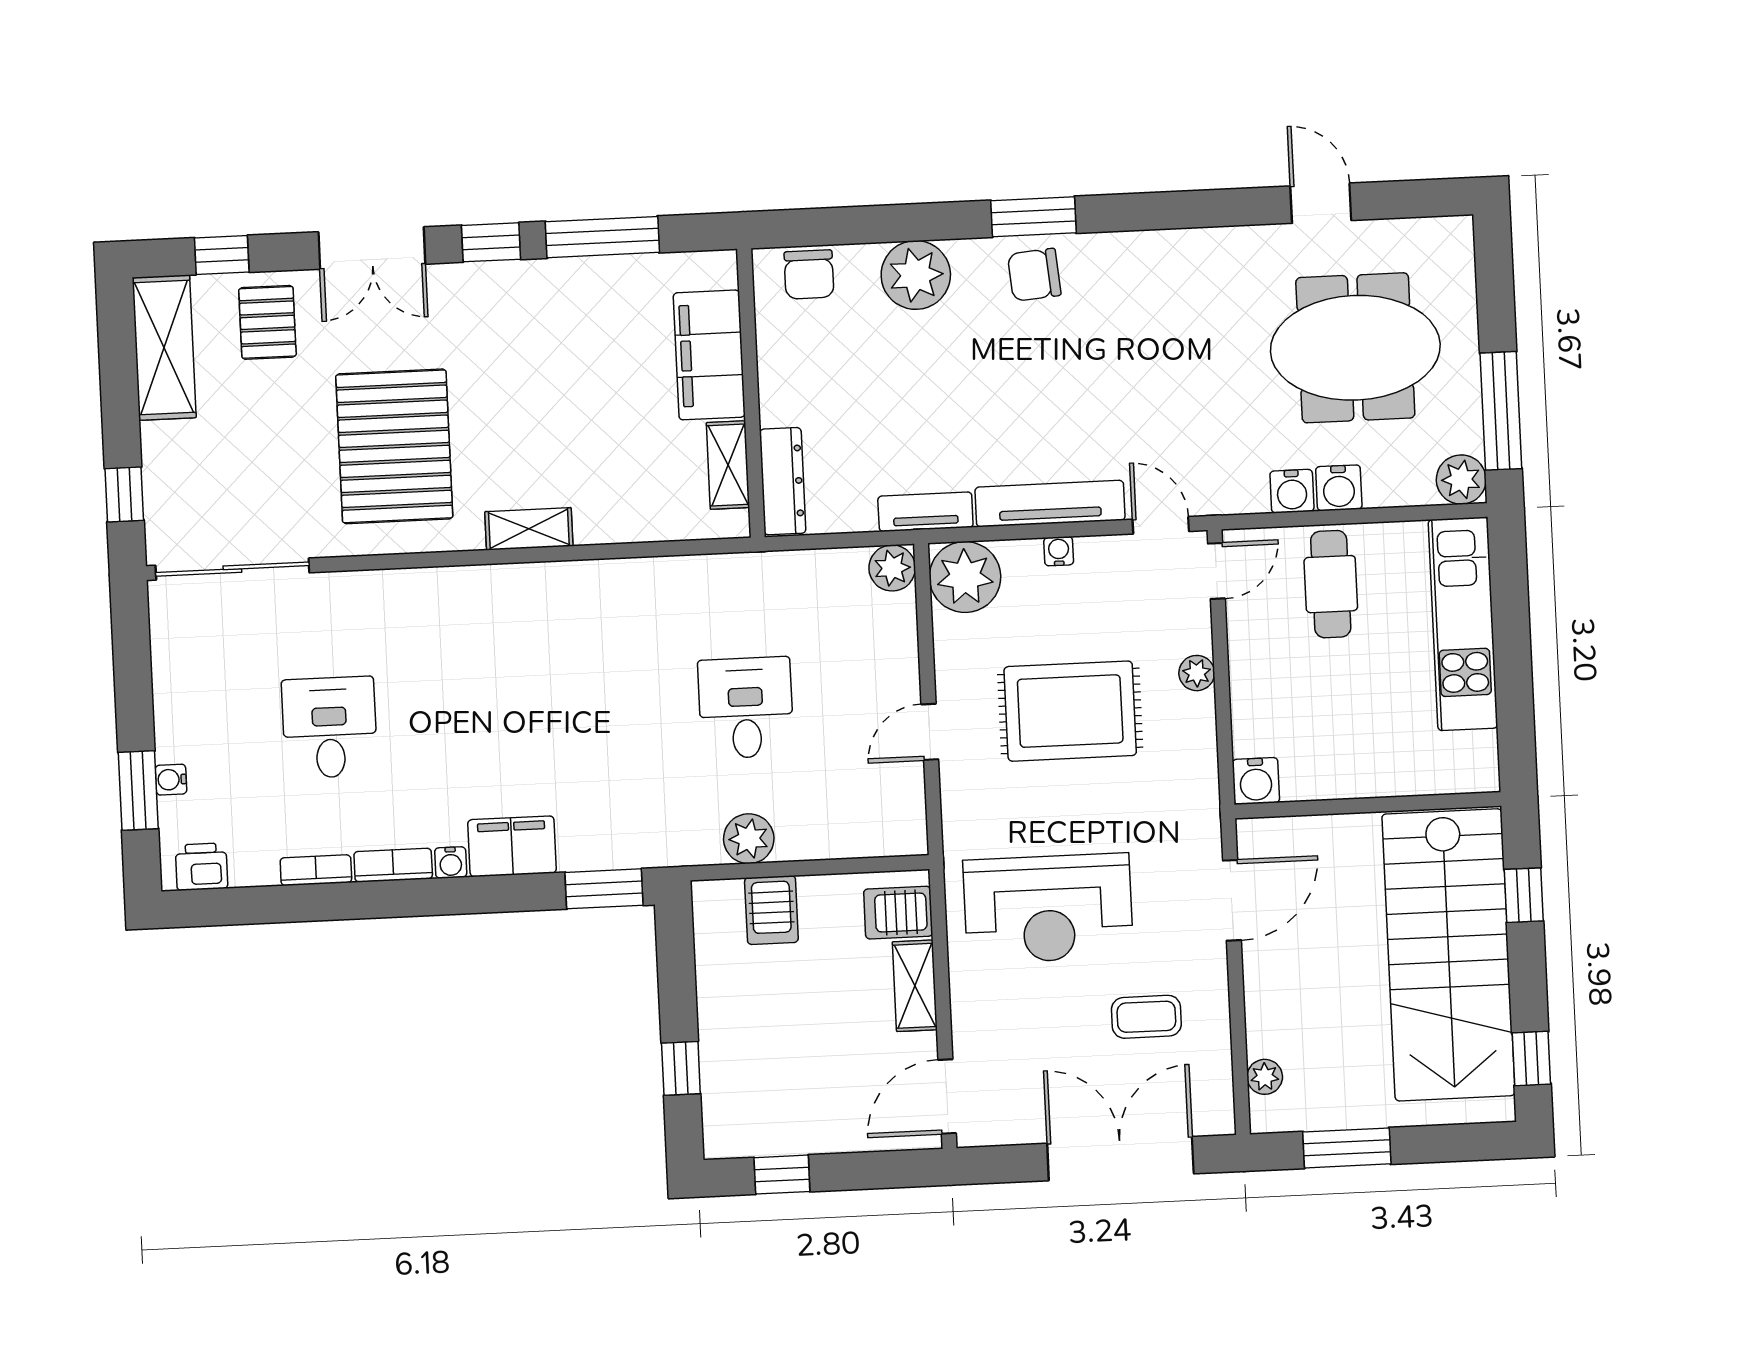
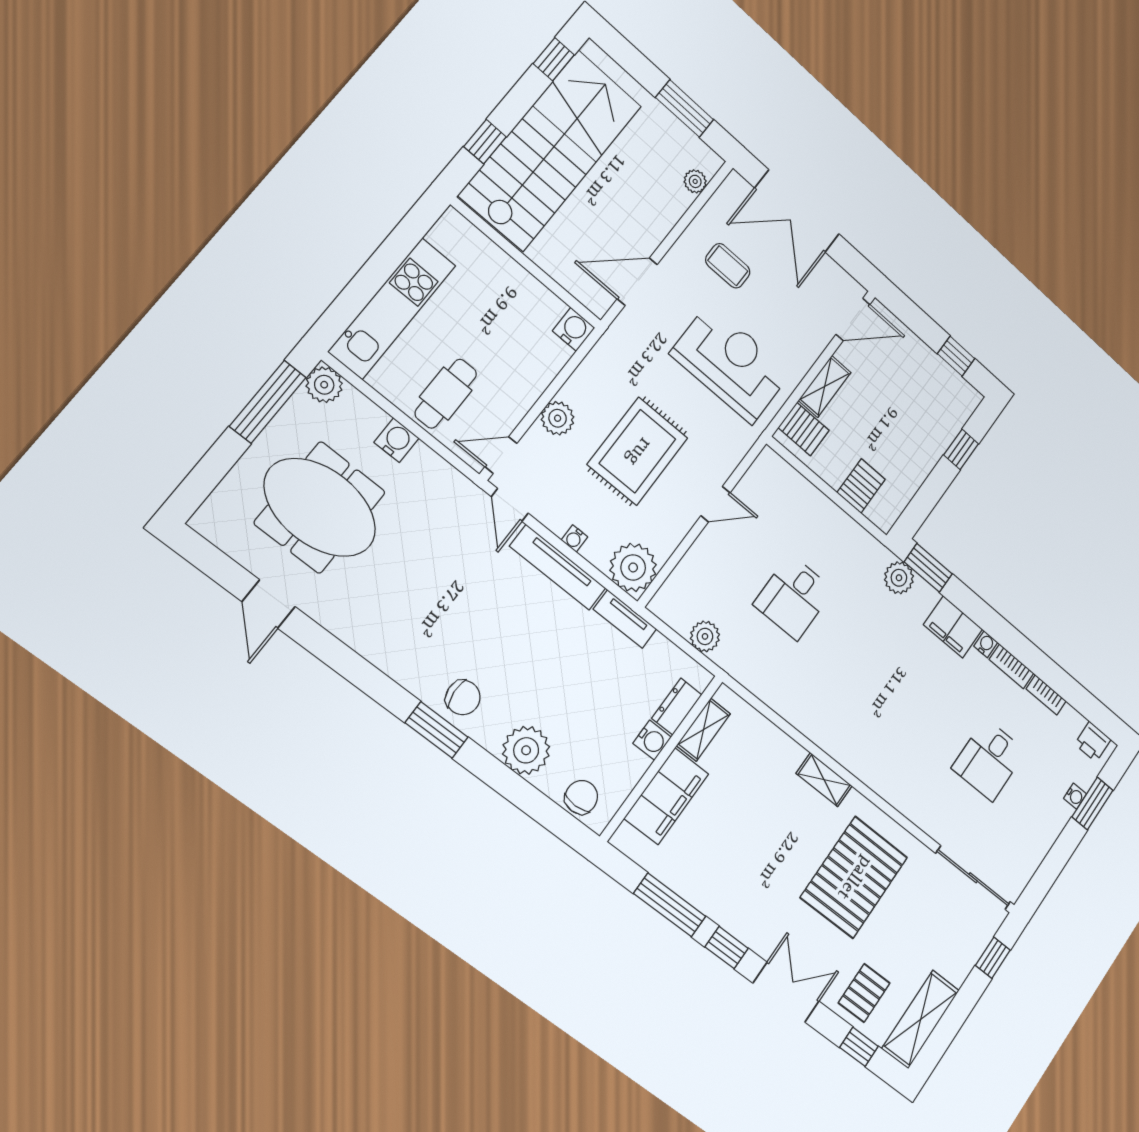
dresser: (783, 481) -> (677, 706), width x0.70
water cooler: (1292, 491) -> (652, 740), moved, turned 90
plant: (892, 568) -> (705, 636), moved
plant: (1197, 673) -> (558, 418), width x1.38, depth x1.38
rug: (1070, 711) -> (638, 451), turned 90
plant: (749, 839) -> (899, 578), moved

